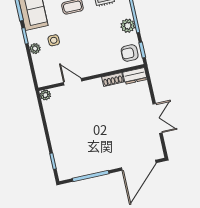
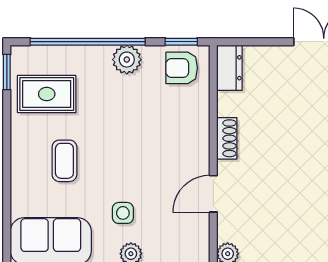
armchair: (130, 53) -> (182, 68), turned 90
shoe rack: (113, 80) -> (227, 138), moved

